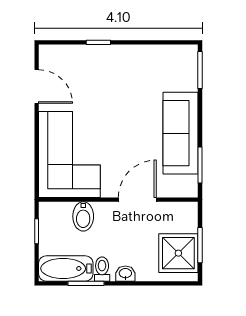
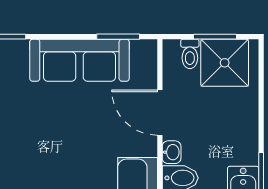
toilet: (102, 269) -> (190, 54), moved, turned -90
washbasin: (125, 274) -> (172, 152), moved, turned 180

